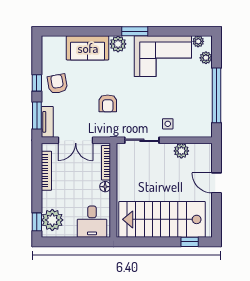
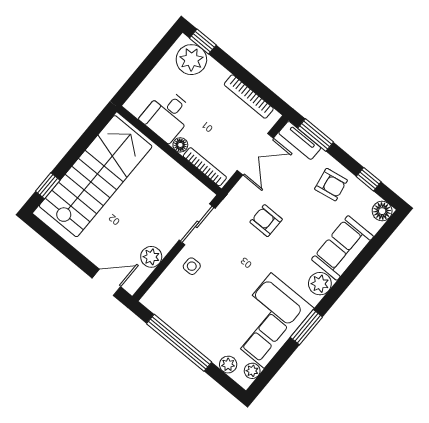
window: (135, 31) -> (306, 327), moved
floor lamp: (48, 43) -> (382, 211), added
window: (37, 83) -> (369, 179), moved
double door: (76, 140) -> (255, 154), swing flipped
door: (217, 183) -> (106, 282), moved
desk: (92, 222) -> (167, 115), moved, turned -90

